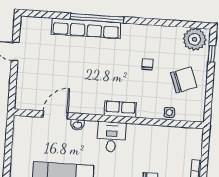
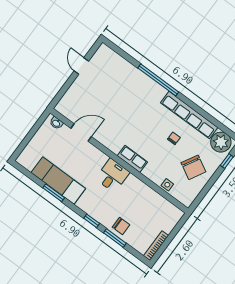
row of seats: (86, 28) -> (189, 115), moved
chair: (184, 80) -> (193, 167), turned 49
washbasin: (77, 125) -> (56, 123), moved

